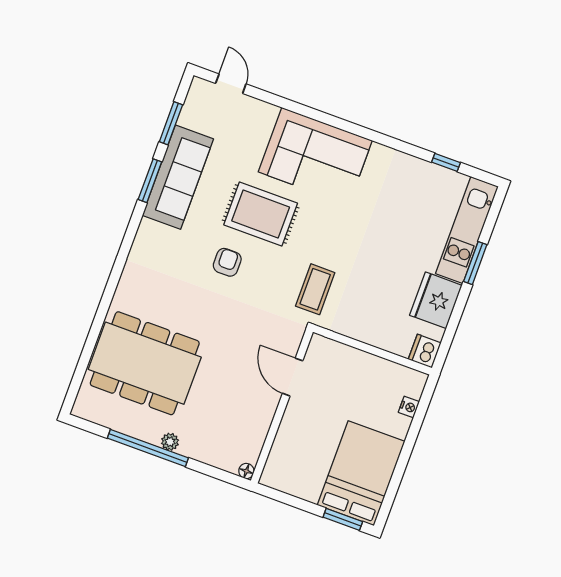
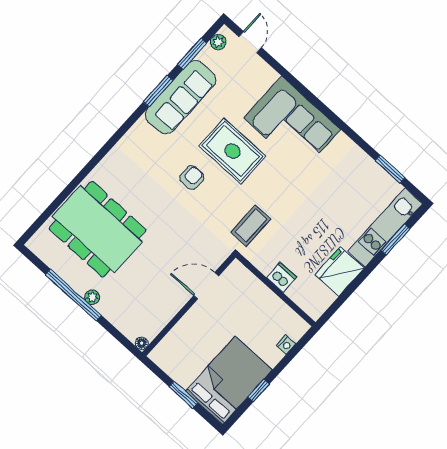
plant: (195, 98) -> (218, 42), added
window: (446, 162) -> (390, 169), width x1.50
window: (475, 263) -> (396, 240), moved
dishwasher: (425, 351) -> (282, 277), moved, turned 90
door: (293, 377) -> (206, 286), hinge flipped
window: (399, 471) -> (259, 390), added
window: (343, 519) -> (183, 395), moved

